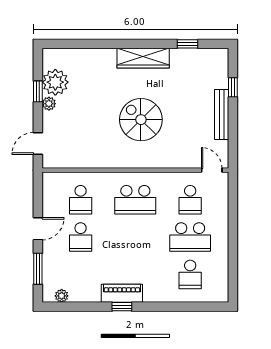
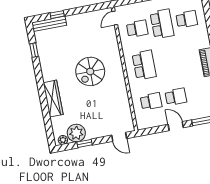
wardrobe: (143, 58) -> (53, 99), moved
plant: (49, 104) -> (63, 140), moved
bench: (222, 114) -> (49, 24), moved

